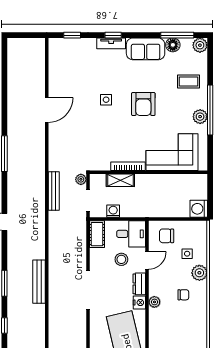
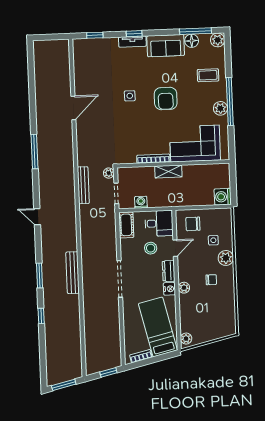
shelving: (120, 180) -> (168, 171), moved

